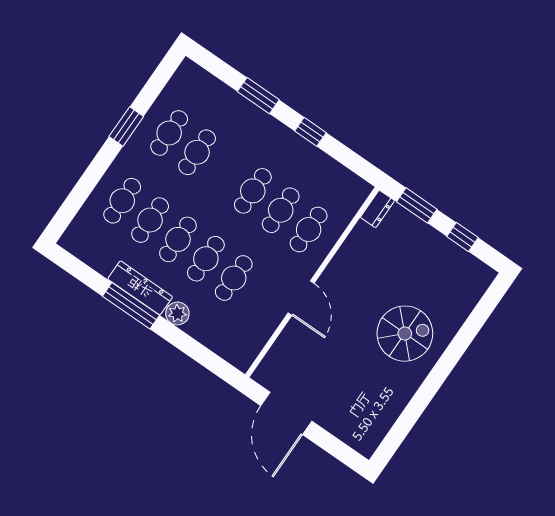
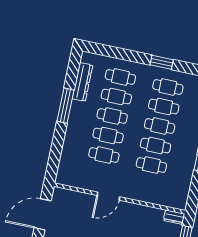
cafe table: (309, 230) -> (160, 126), moved
dresser: (140, 288) -> (82, 82), moved
plant: (177, 313) -> (72, 133), removed

